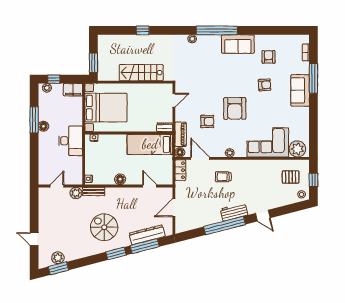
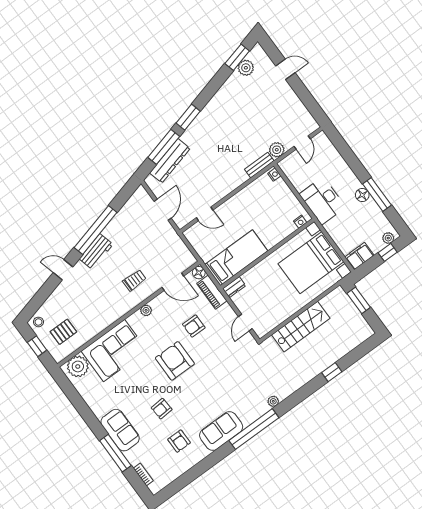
locker: (180, 170) -> (185, 254), removed
floor lamp: (120, 179) -> (241, 198), removed
spiral stairs: (104, 227) -> (221, 135), removed

